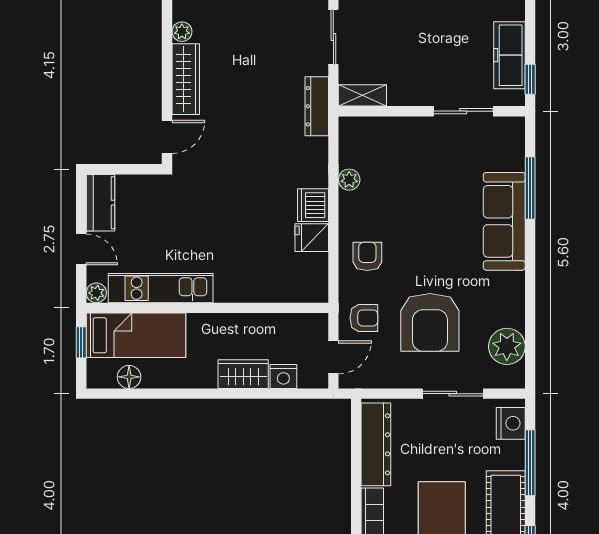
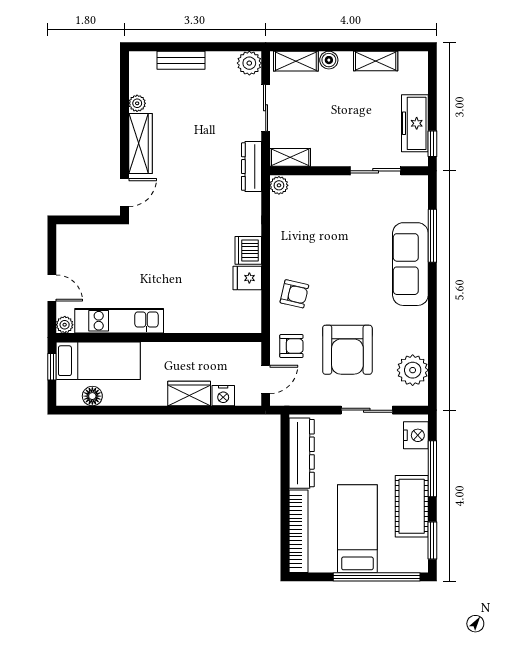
plant: (349, 180) -> (279, 185), moved
kitchen counter: (101, 203) -> (68, 248), removed
armchair: (367, 256) -> (294, 294), turned 103

